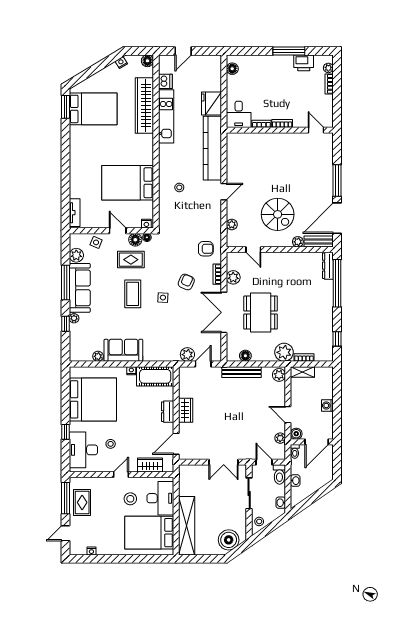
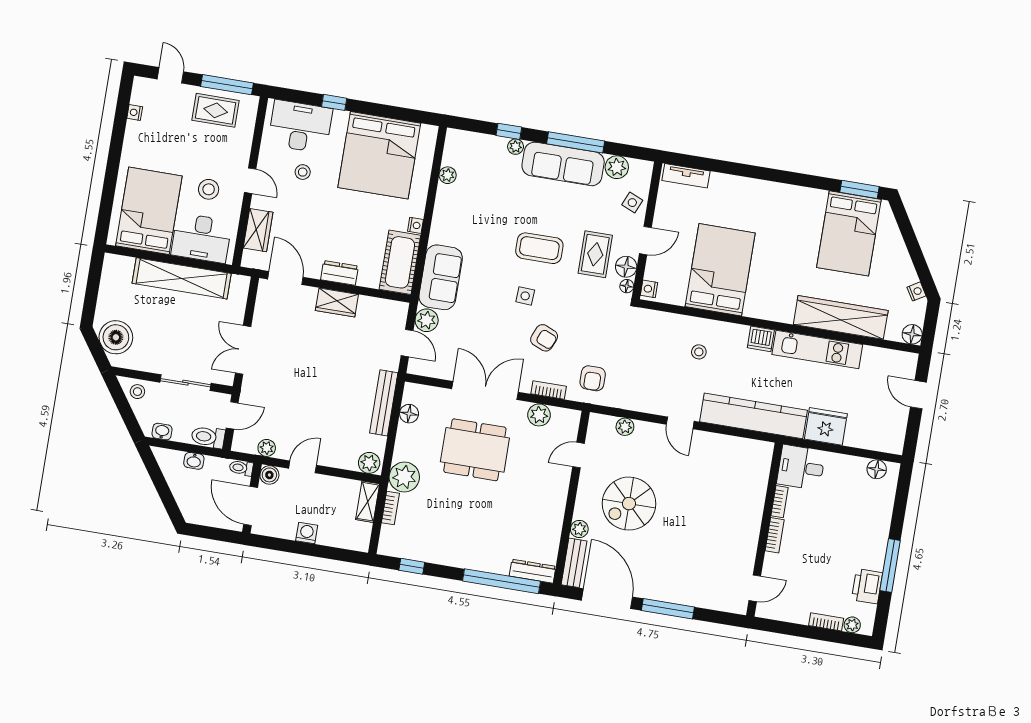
dishwasher: (165, 81) -> (761, 339), moved
sofa: (123, 350) -> (441, 277), moved
shelving: (187, 526) -> (182, 278), moved

